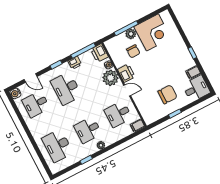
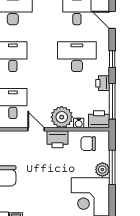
chair: (133, 51) -> (88, 144), moved
door: (31, 78) -> (112, 20), hinge flipped
door: (127, 90) -> (36, 129), swing flipped

